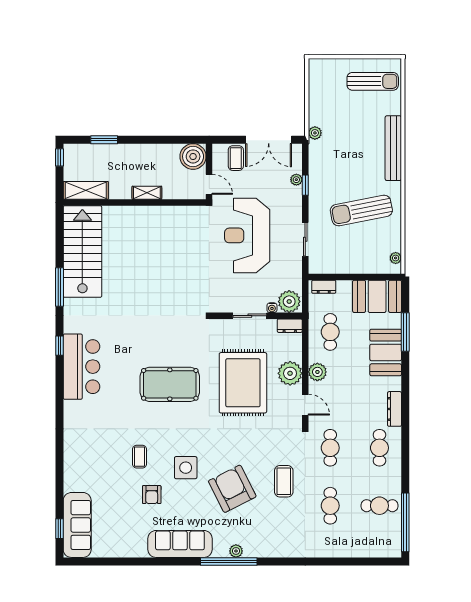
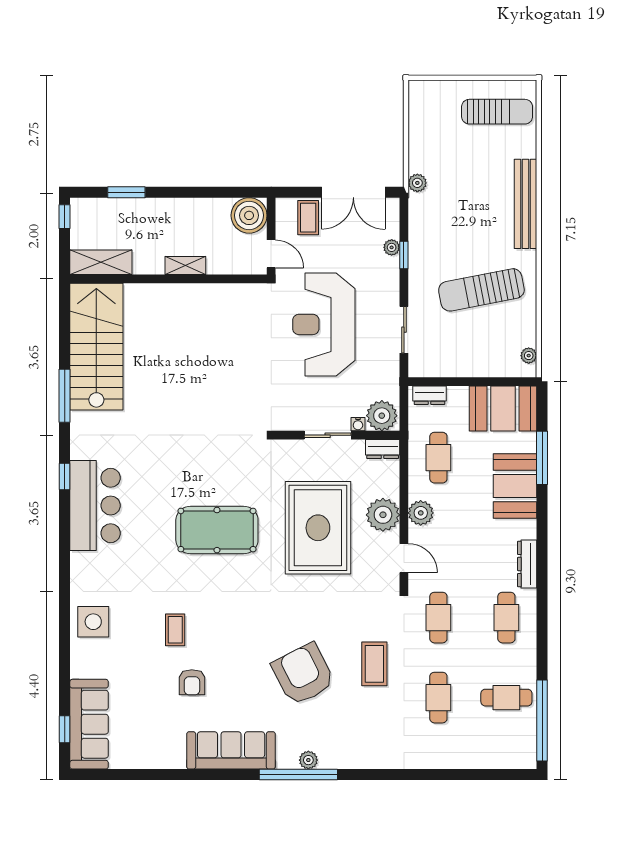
side table: (186, 468) -> (93, 622), moved

